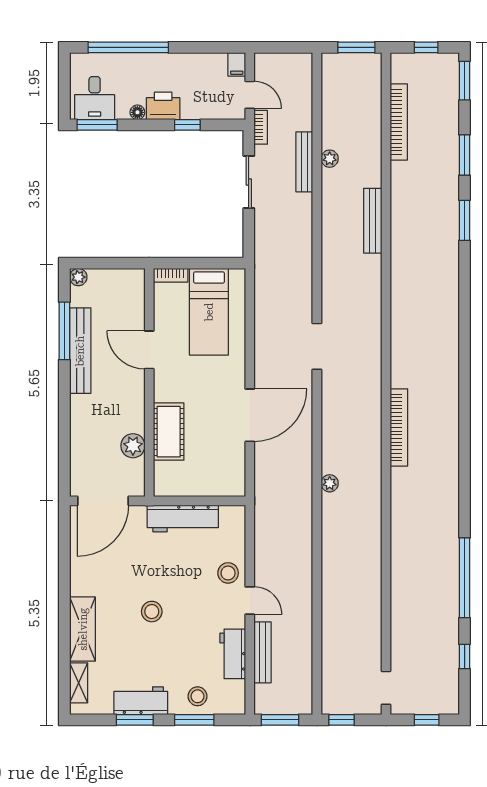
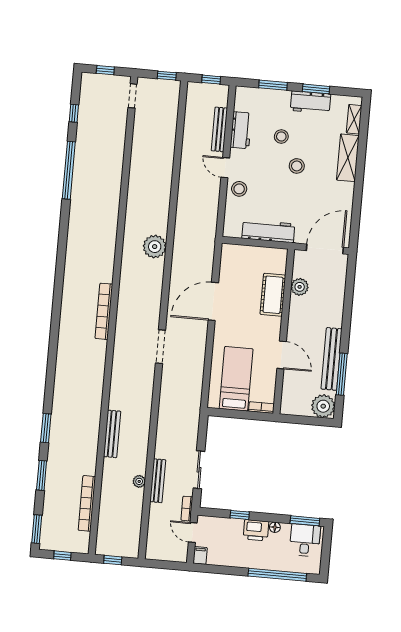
window: (356, 47) -> (113, 560), width x0.67
plant: (78, 277) -> (323, 406), width x1.88, depth x1.88
bookcase: (399, 427) -> (104, 311), moved
plant: (330, 483) -> (155, 247), width x1.88, depth x1.88
stool: (198, 696) -> (281, 136), moved
window: (280, 720) -> (211, 80), width x0.67

